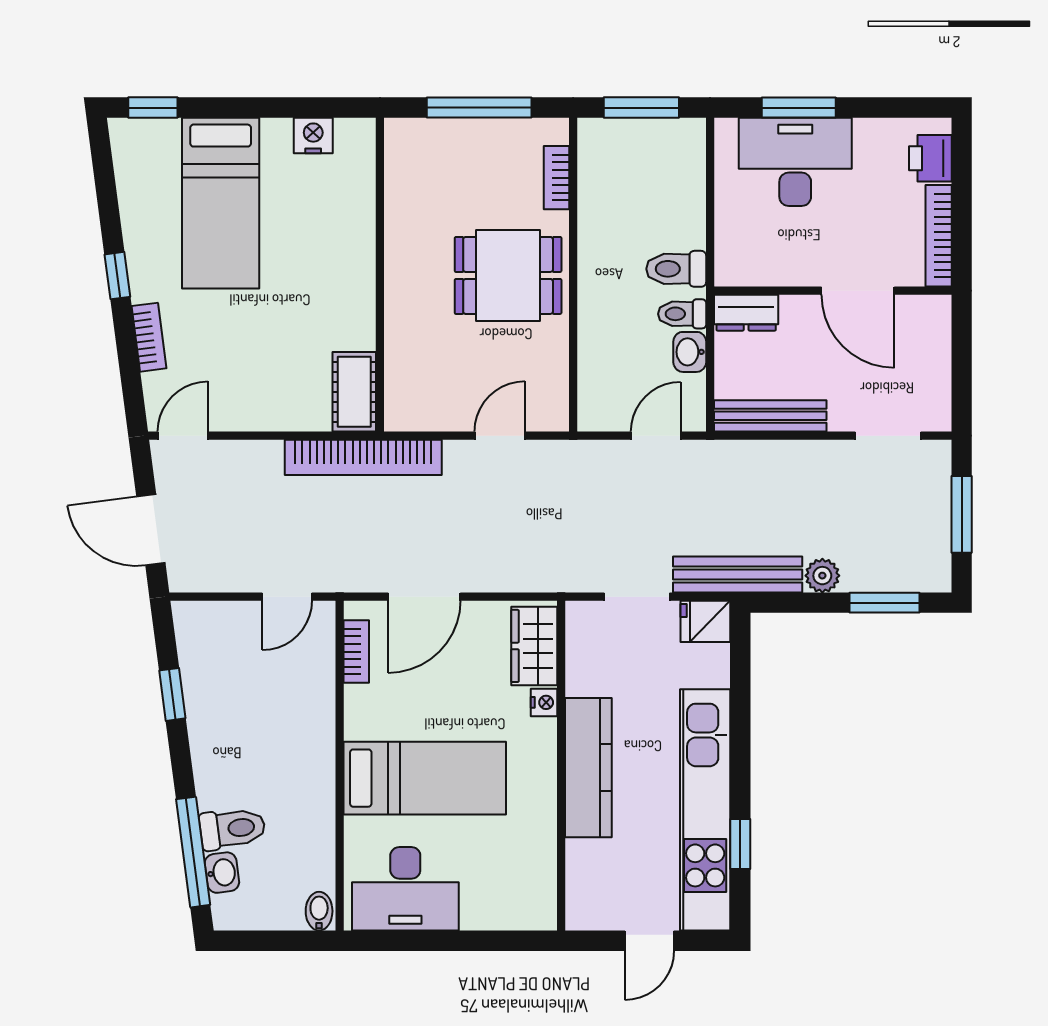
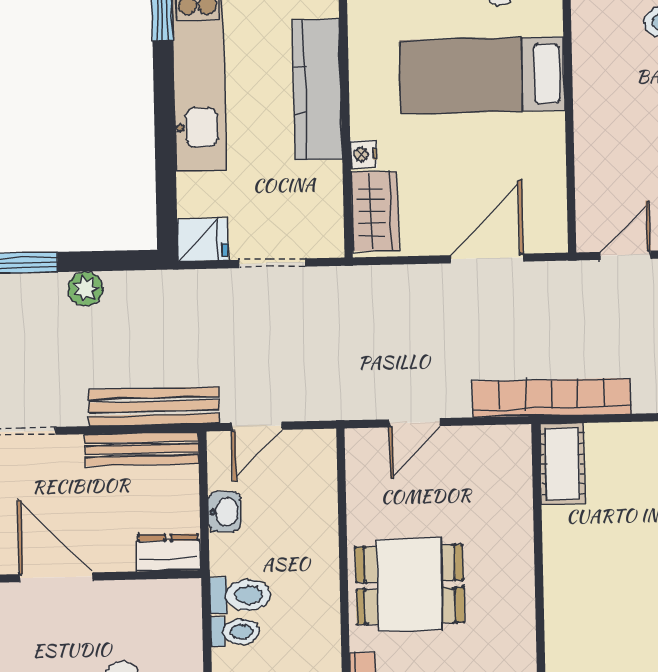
toilet: (682, 314) -> (235, 632), moved
bench: (738, 574) -> (154, 406), moved
bookcase: (356, 652) -> (554, 201), removed

